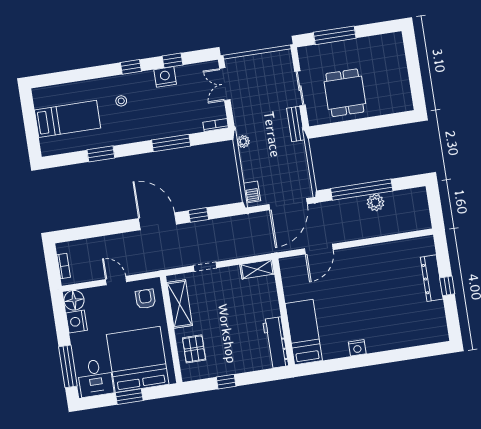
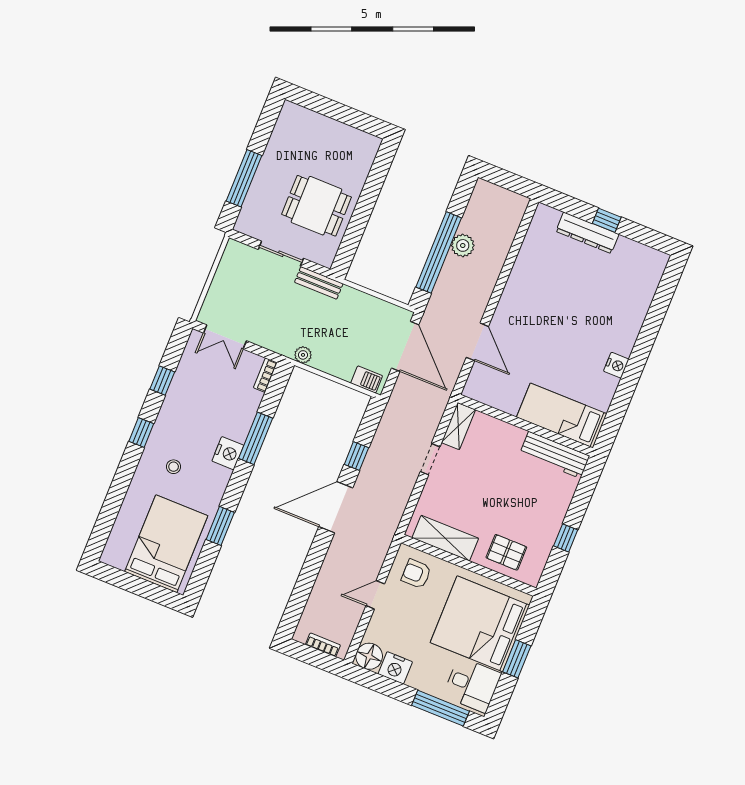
nightstand: (165, 77) -> (228, 453), moved, turned 180
bed: (68, 119) -> (166, 544), width x1.50
doorway: (205, 267) -> (430, 459), moved

